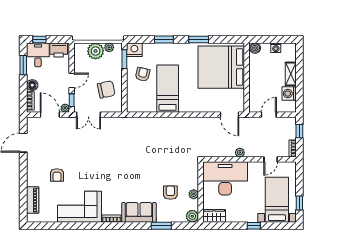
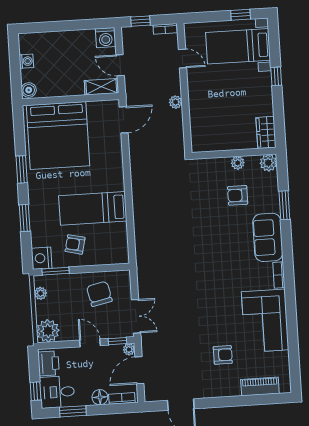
plant: (96, 51) -> (48, 331), moved
shelving: (291, 74) -> (101, 87), moved
washing machine: (289, 94) -> (106, 38), moved
desk: (225, 178) -> (213, 120), removed

